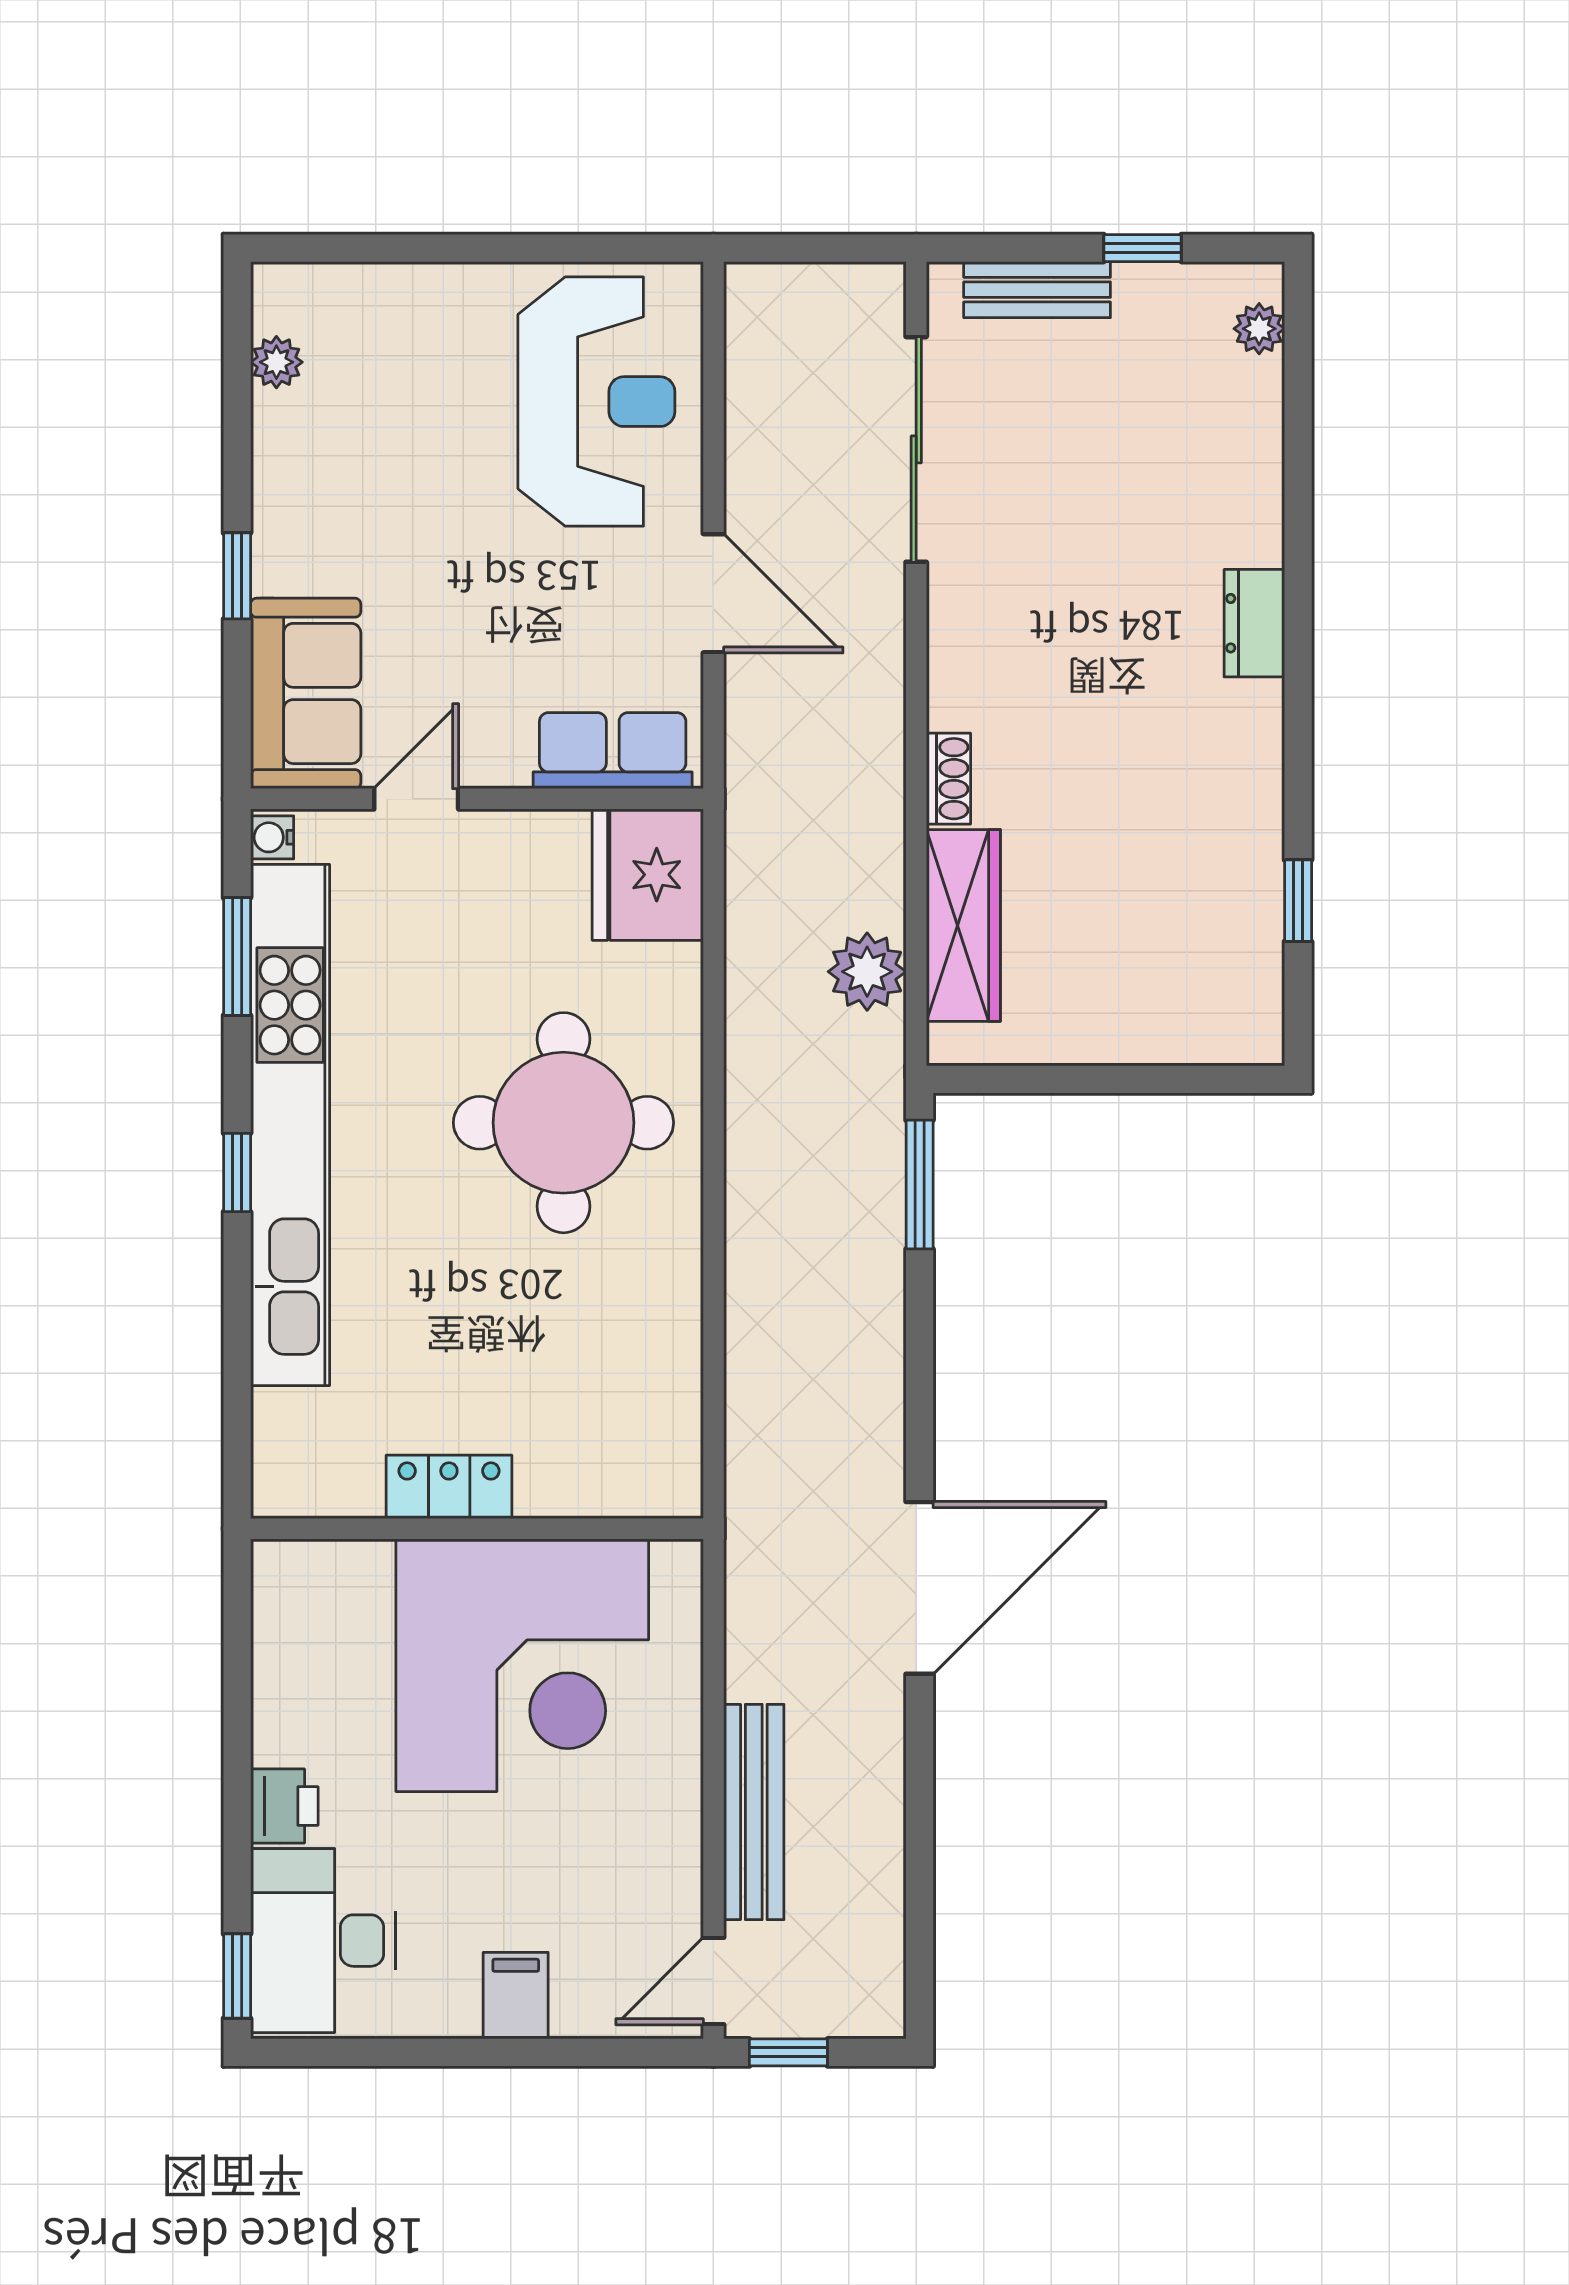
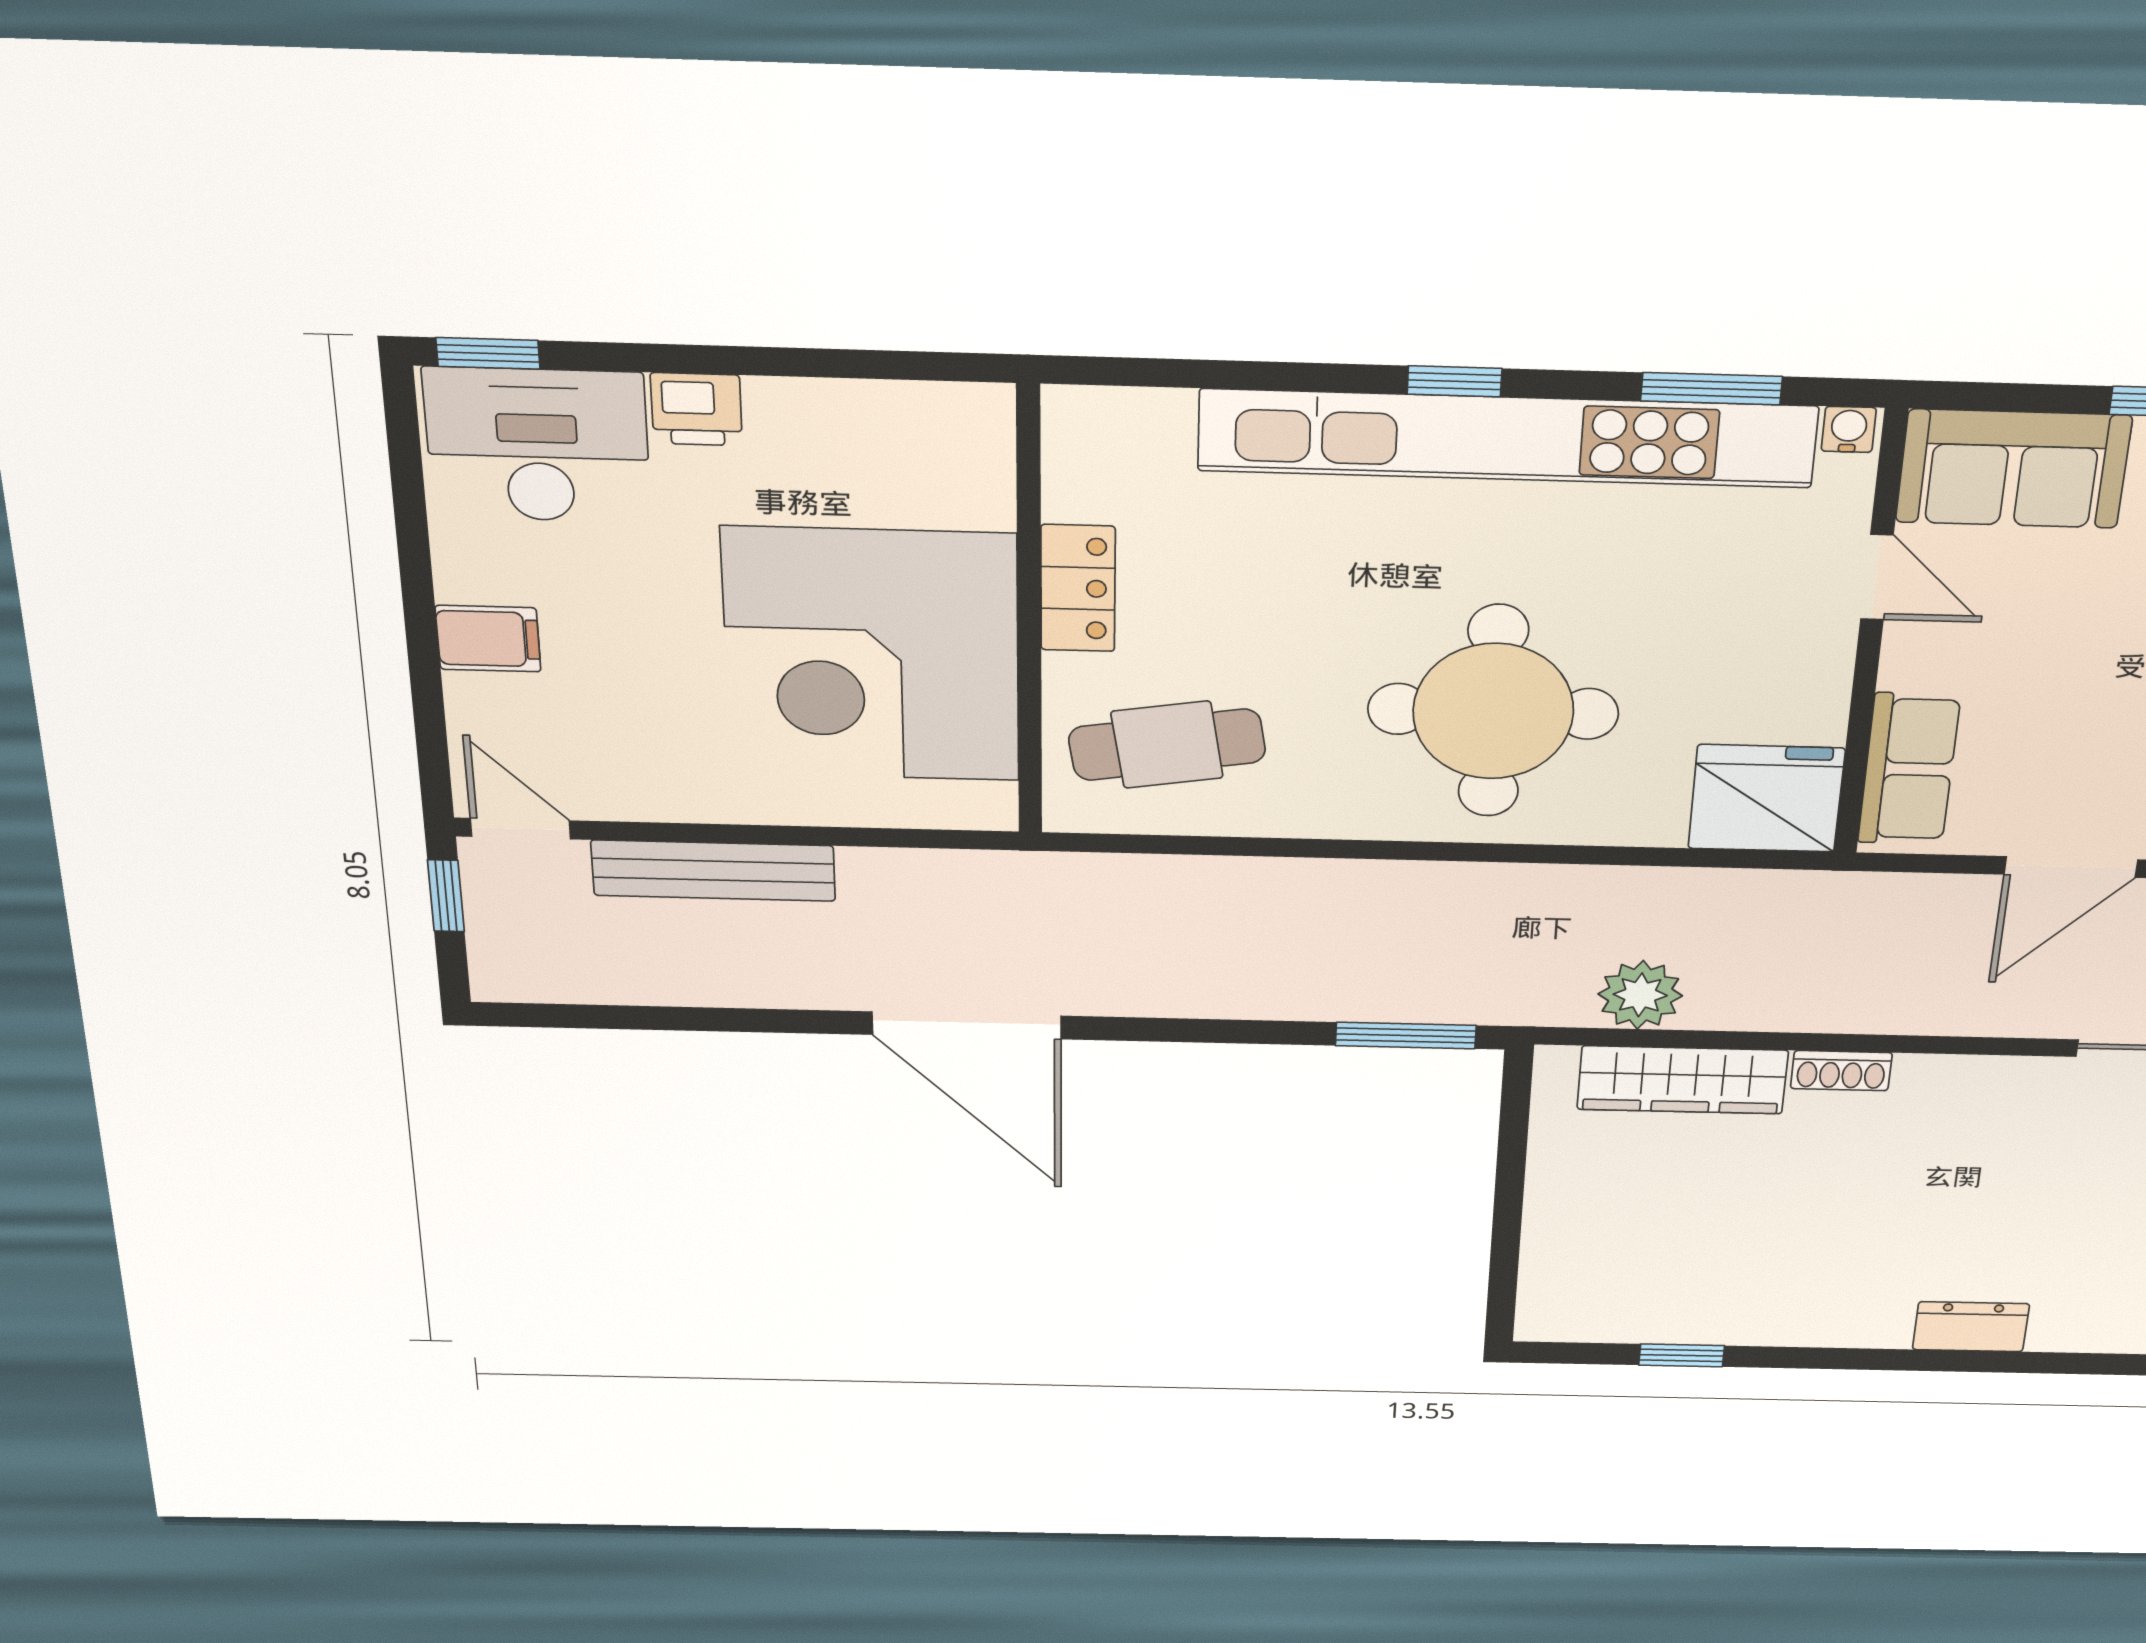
cafe table: (607, 1408) -> (1167, 745), added

